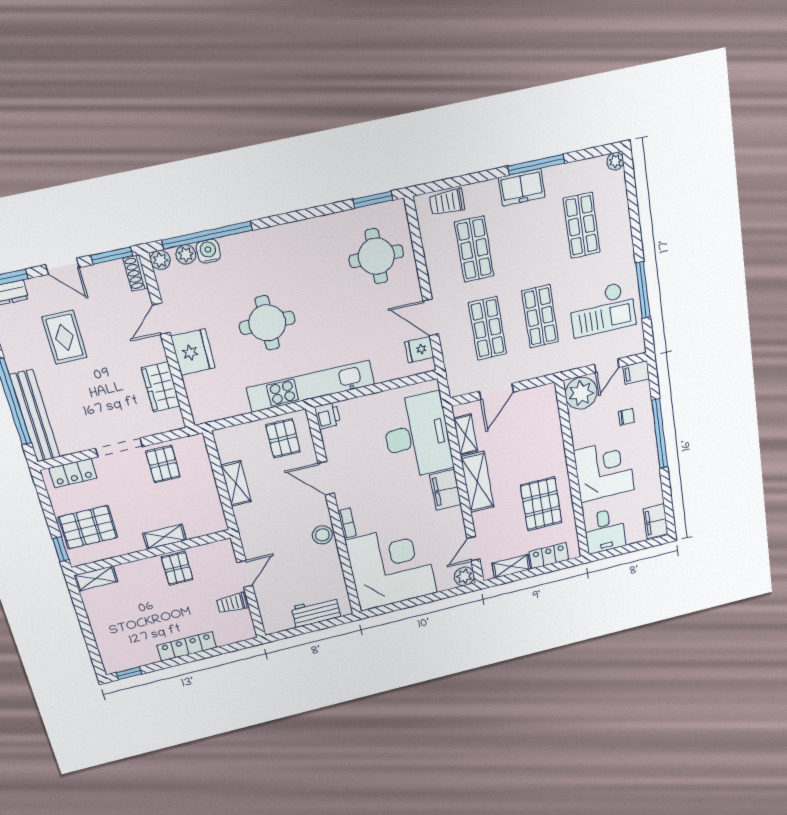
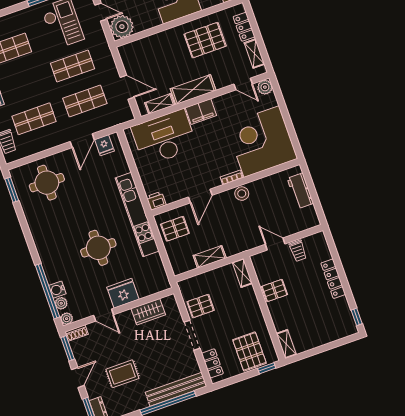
shelving: (165, 537) -> (242, 273), moved

